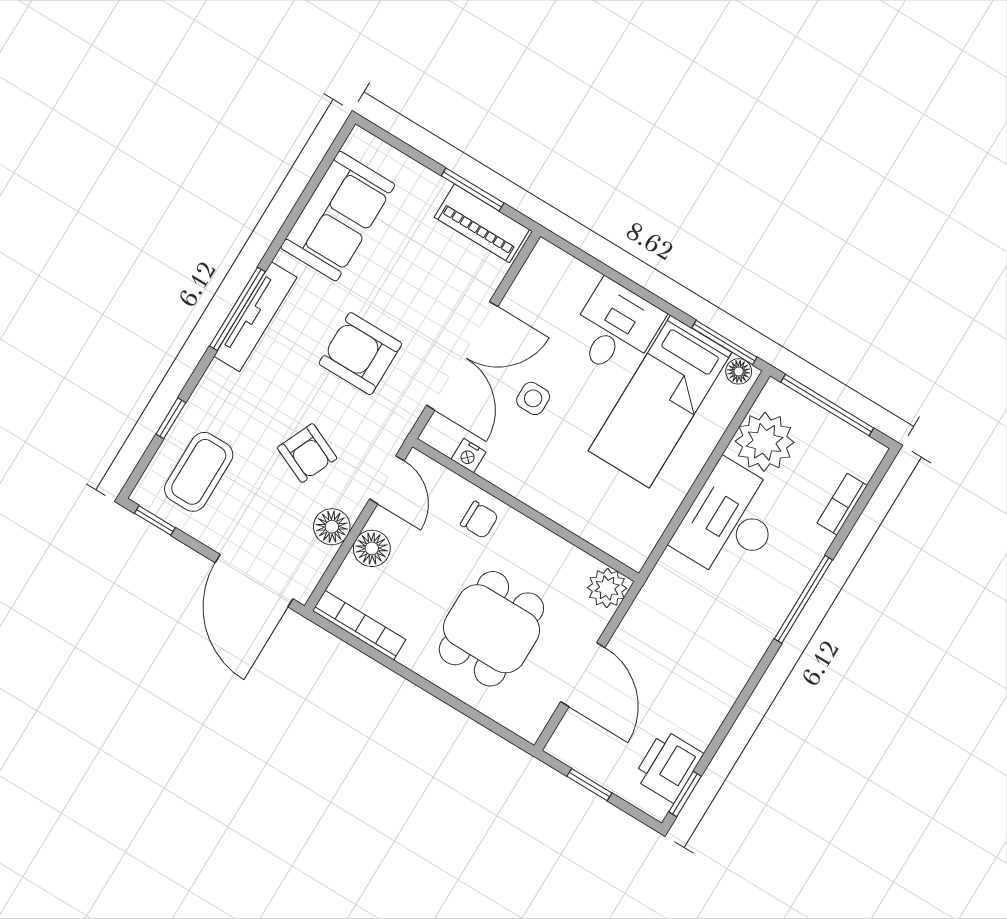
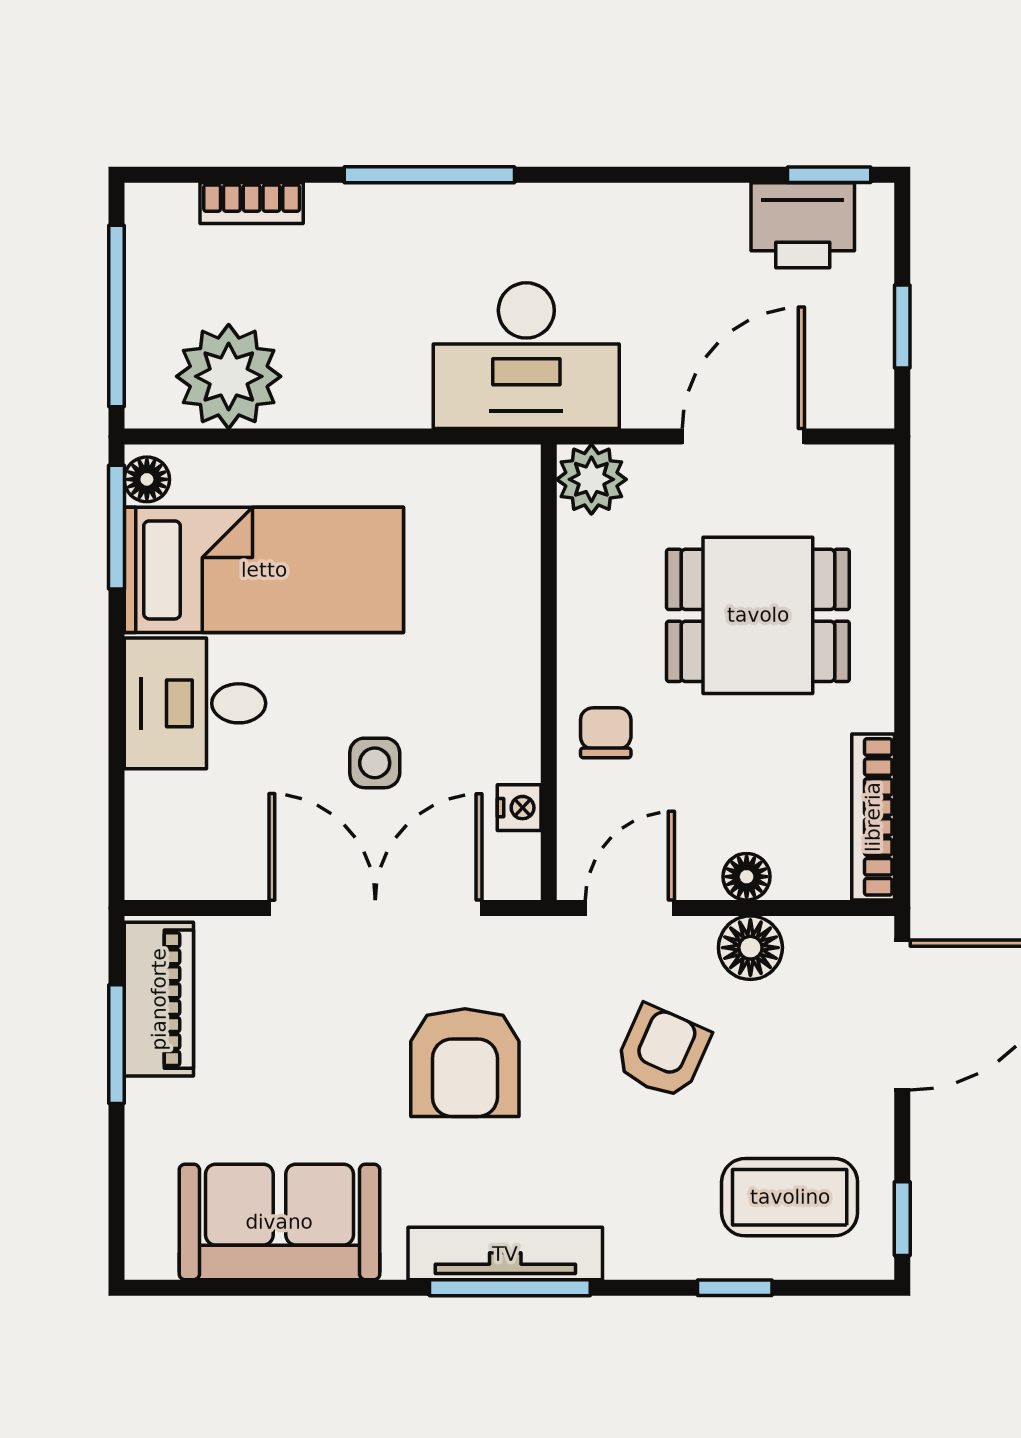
desk: (730, 521) -> (526, 356), moved
floor lamp: (372, 548) -> (747, 877), width x0.73, depth x0.73

